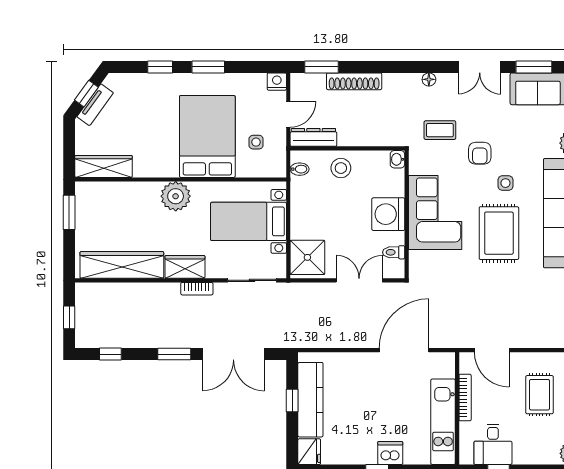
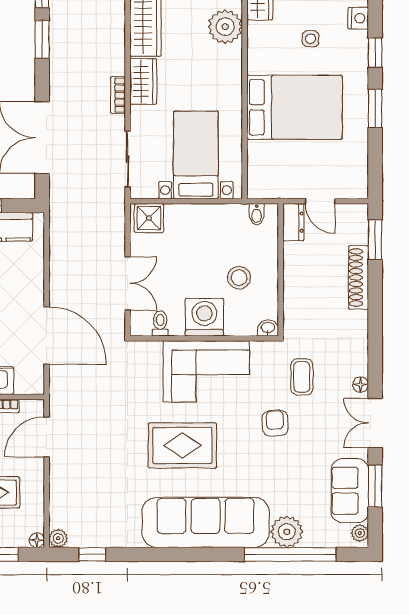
floor lamp: (429, 79) -> (361, 385), moved
nightstand: (277, 82) -> (358, 18), moved
dresser: (313, 137) -> (293, 222), width x0.70
side table: (256, 142) -> (311, 39), moved
armchair: (480, 153) -> (275, 423), turned 87
stool: (341, 168) -> (239, 278), moved
side table: (505, 183) -> (240, 453), removed
plant: (176, 196) -> (225, 27), moved
shower: (307, 257) -> (149, 218), width x0.73, depth x0.73
window: (174, 354) -> (42, 39), moved

